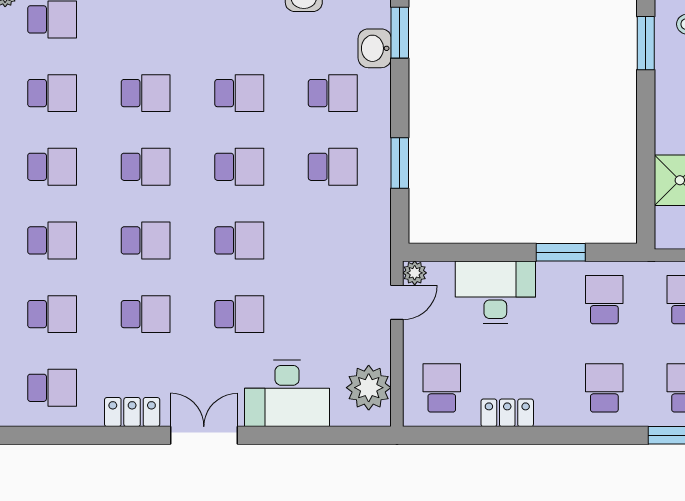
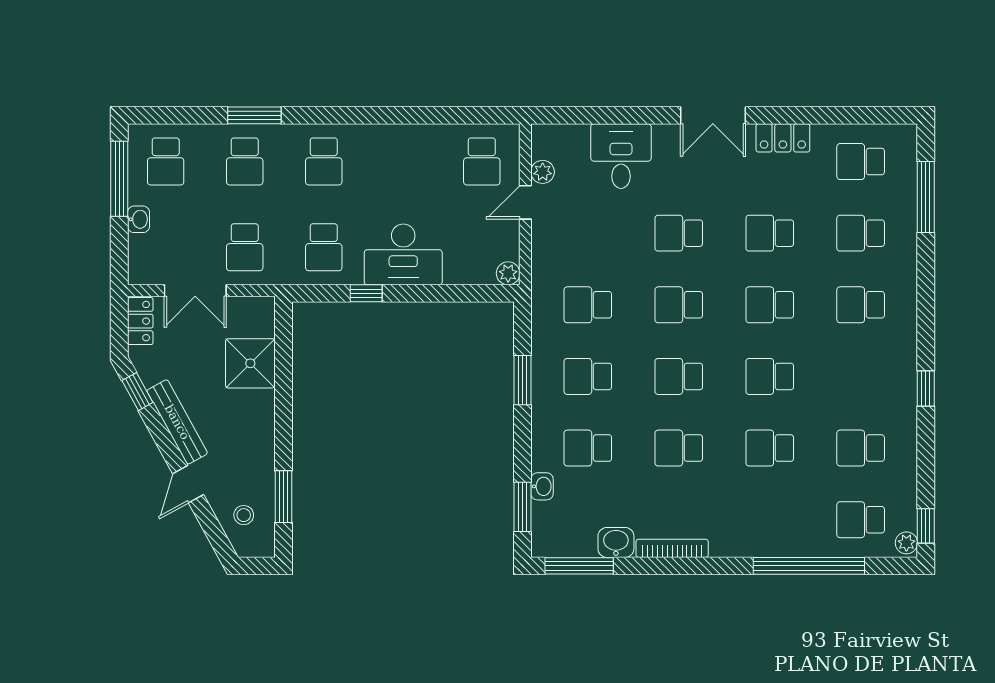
washbasin: (375, 48) -> (542, 486), width x0.72, depth x0.69
school desk: (52, 167) -> (588, 305), moved
window: (561, 252) -> (366, 293), width x0.67
desk: (495, 292) -> (403, 254), moved
door: (397, 302) -> (525, 202), moved
plant: (369, 388) -> (543, 172), width x0.53, depth x0.53
desk: (287, 393) -> (621, 156), width x0.73
locker: (507, 413) -> (418, 137), removed

